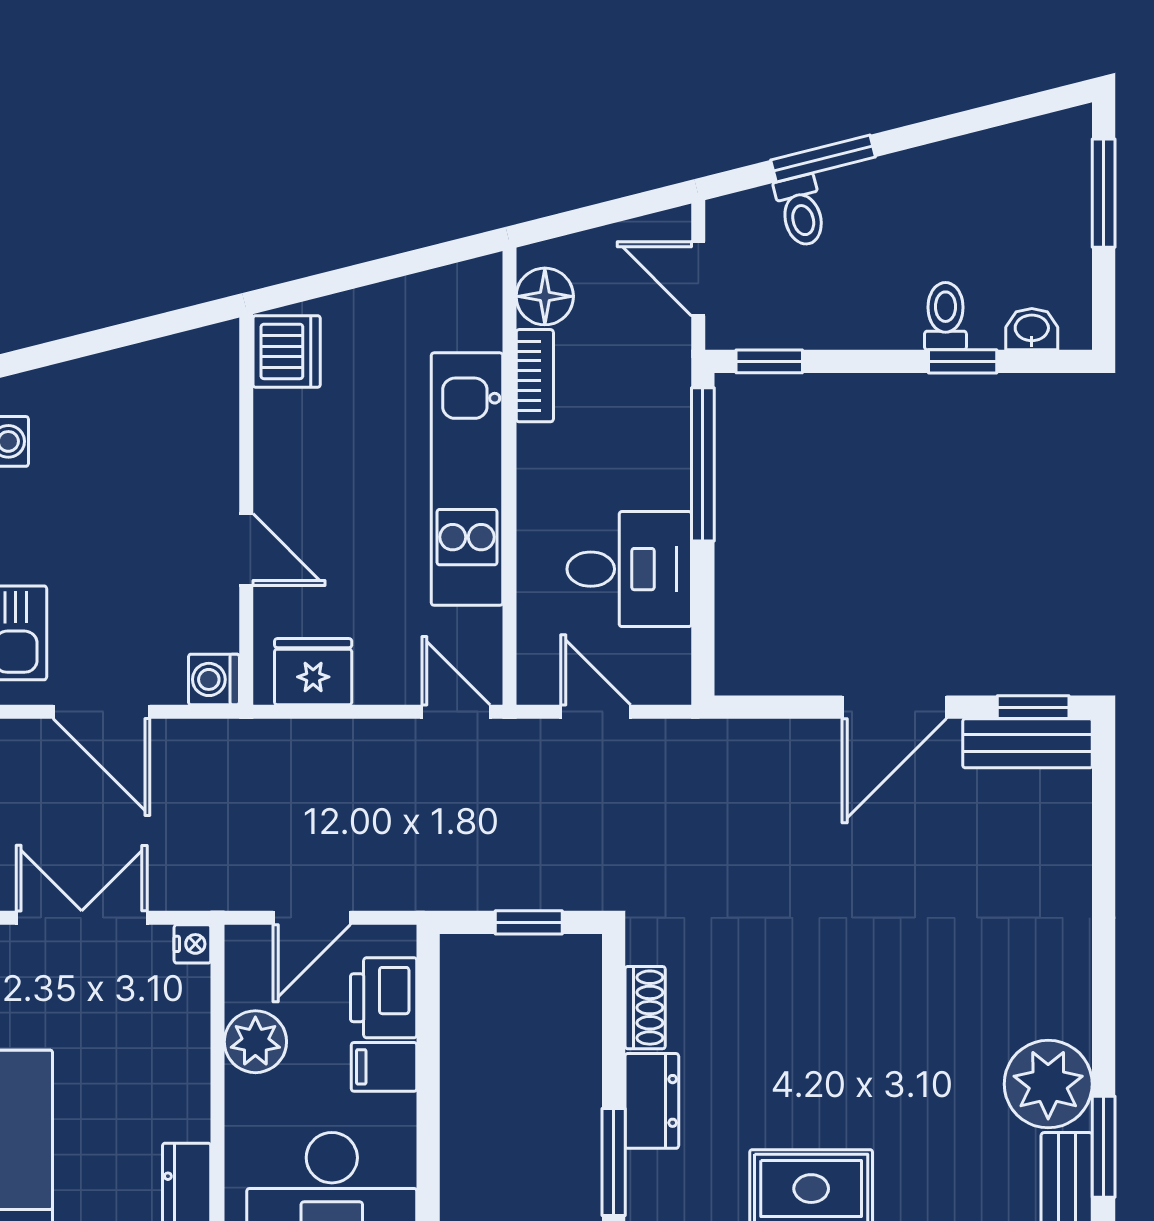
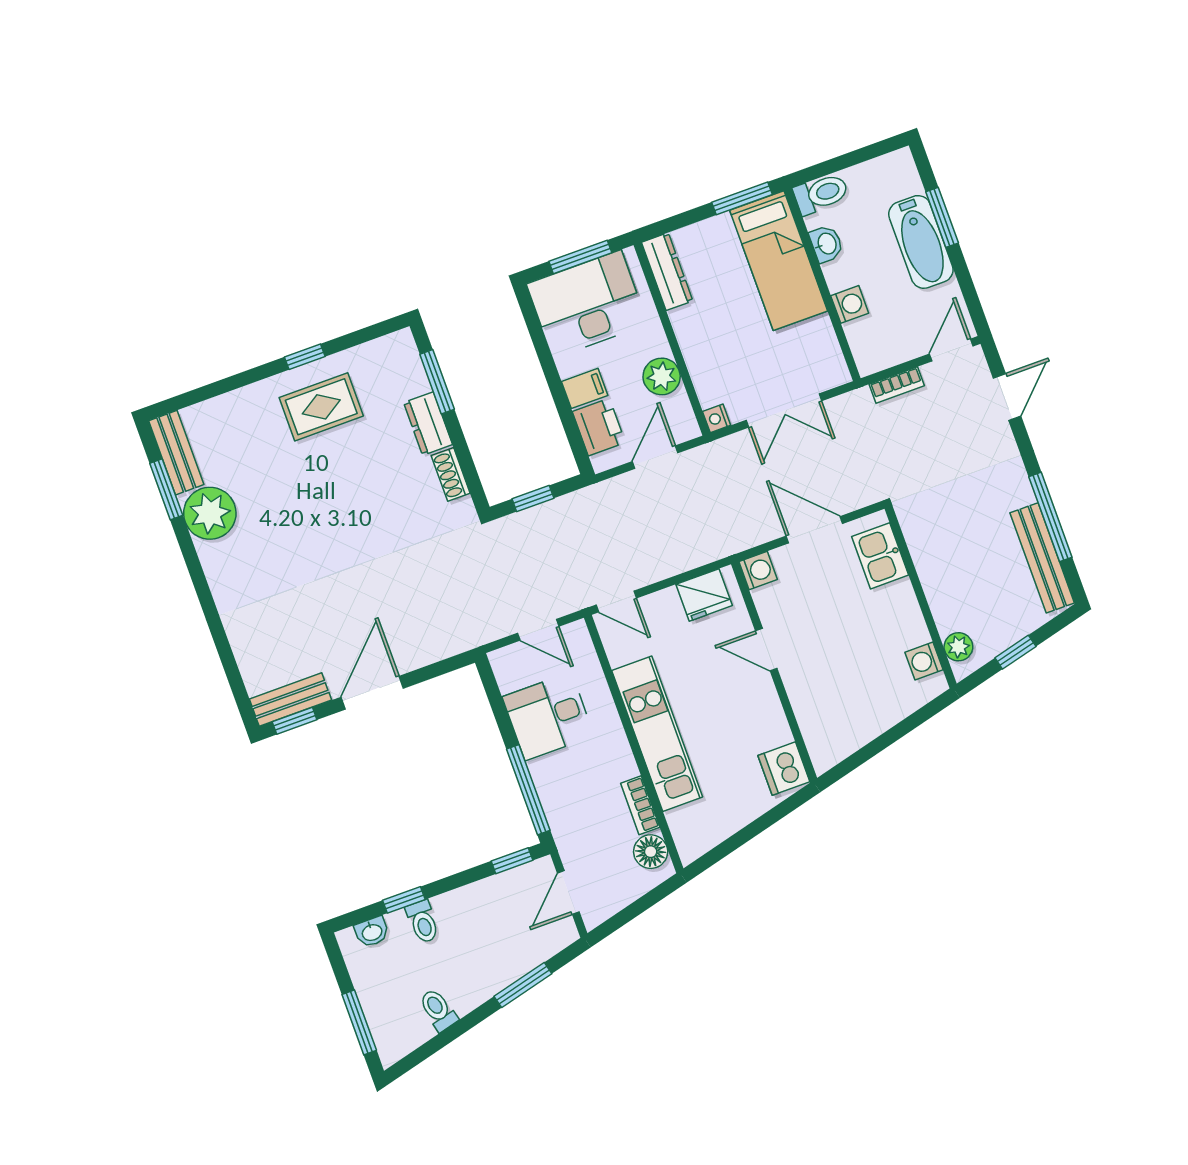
toilet: (801, 211) -> (438, 1010), moved
door: (698, 279) -> (568, 893), swing flipped

